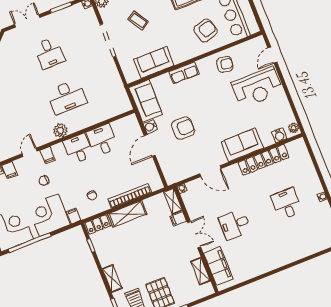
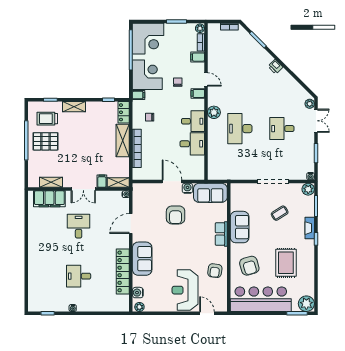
plant: (12, 34) -> (310, 104), added
sofa: (154, 63) -> (240, 227), moved
desk: (287, 204) -> (79, 276), turned 180

